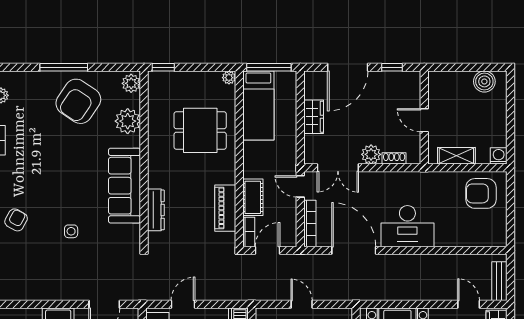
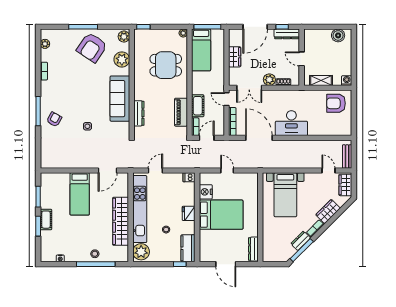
dresser: (400, 79) -> (287, 34), added

